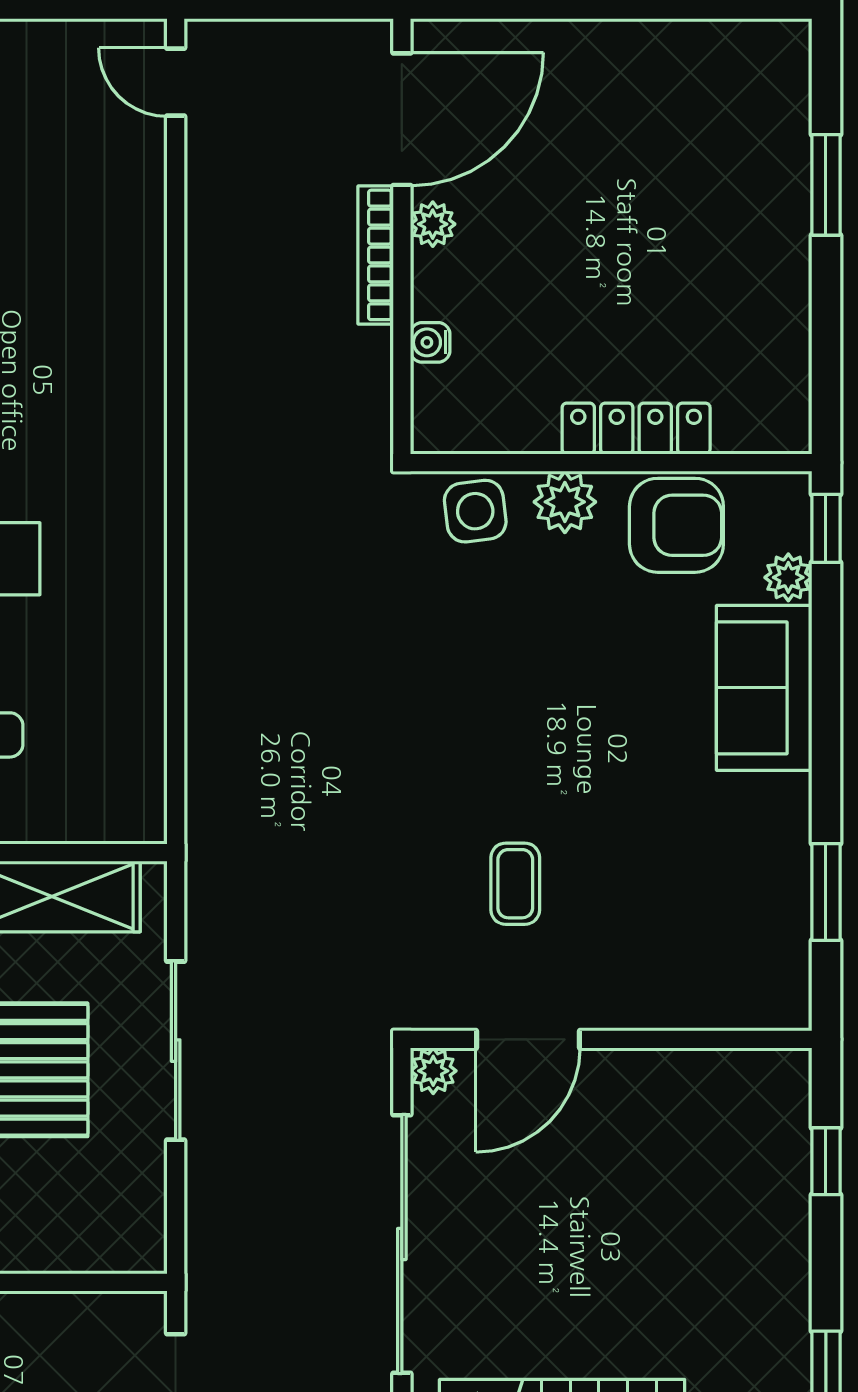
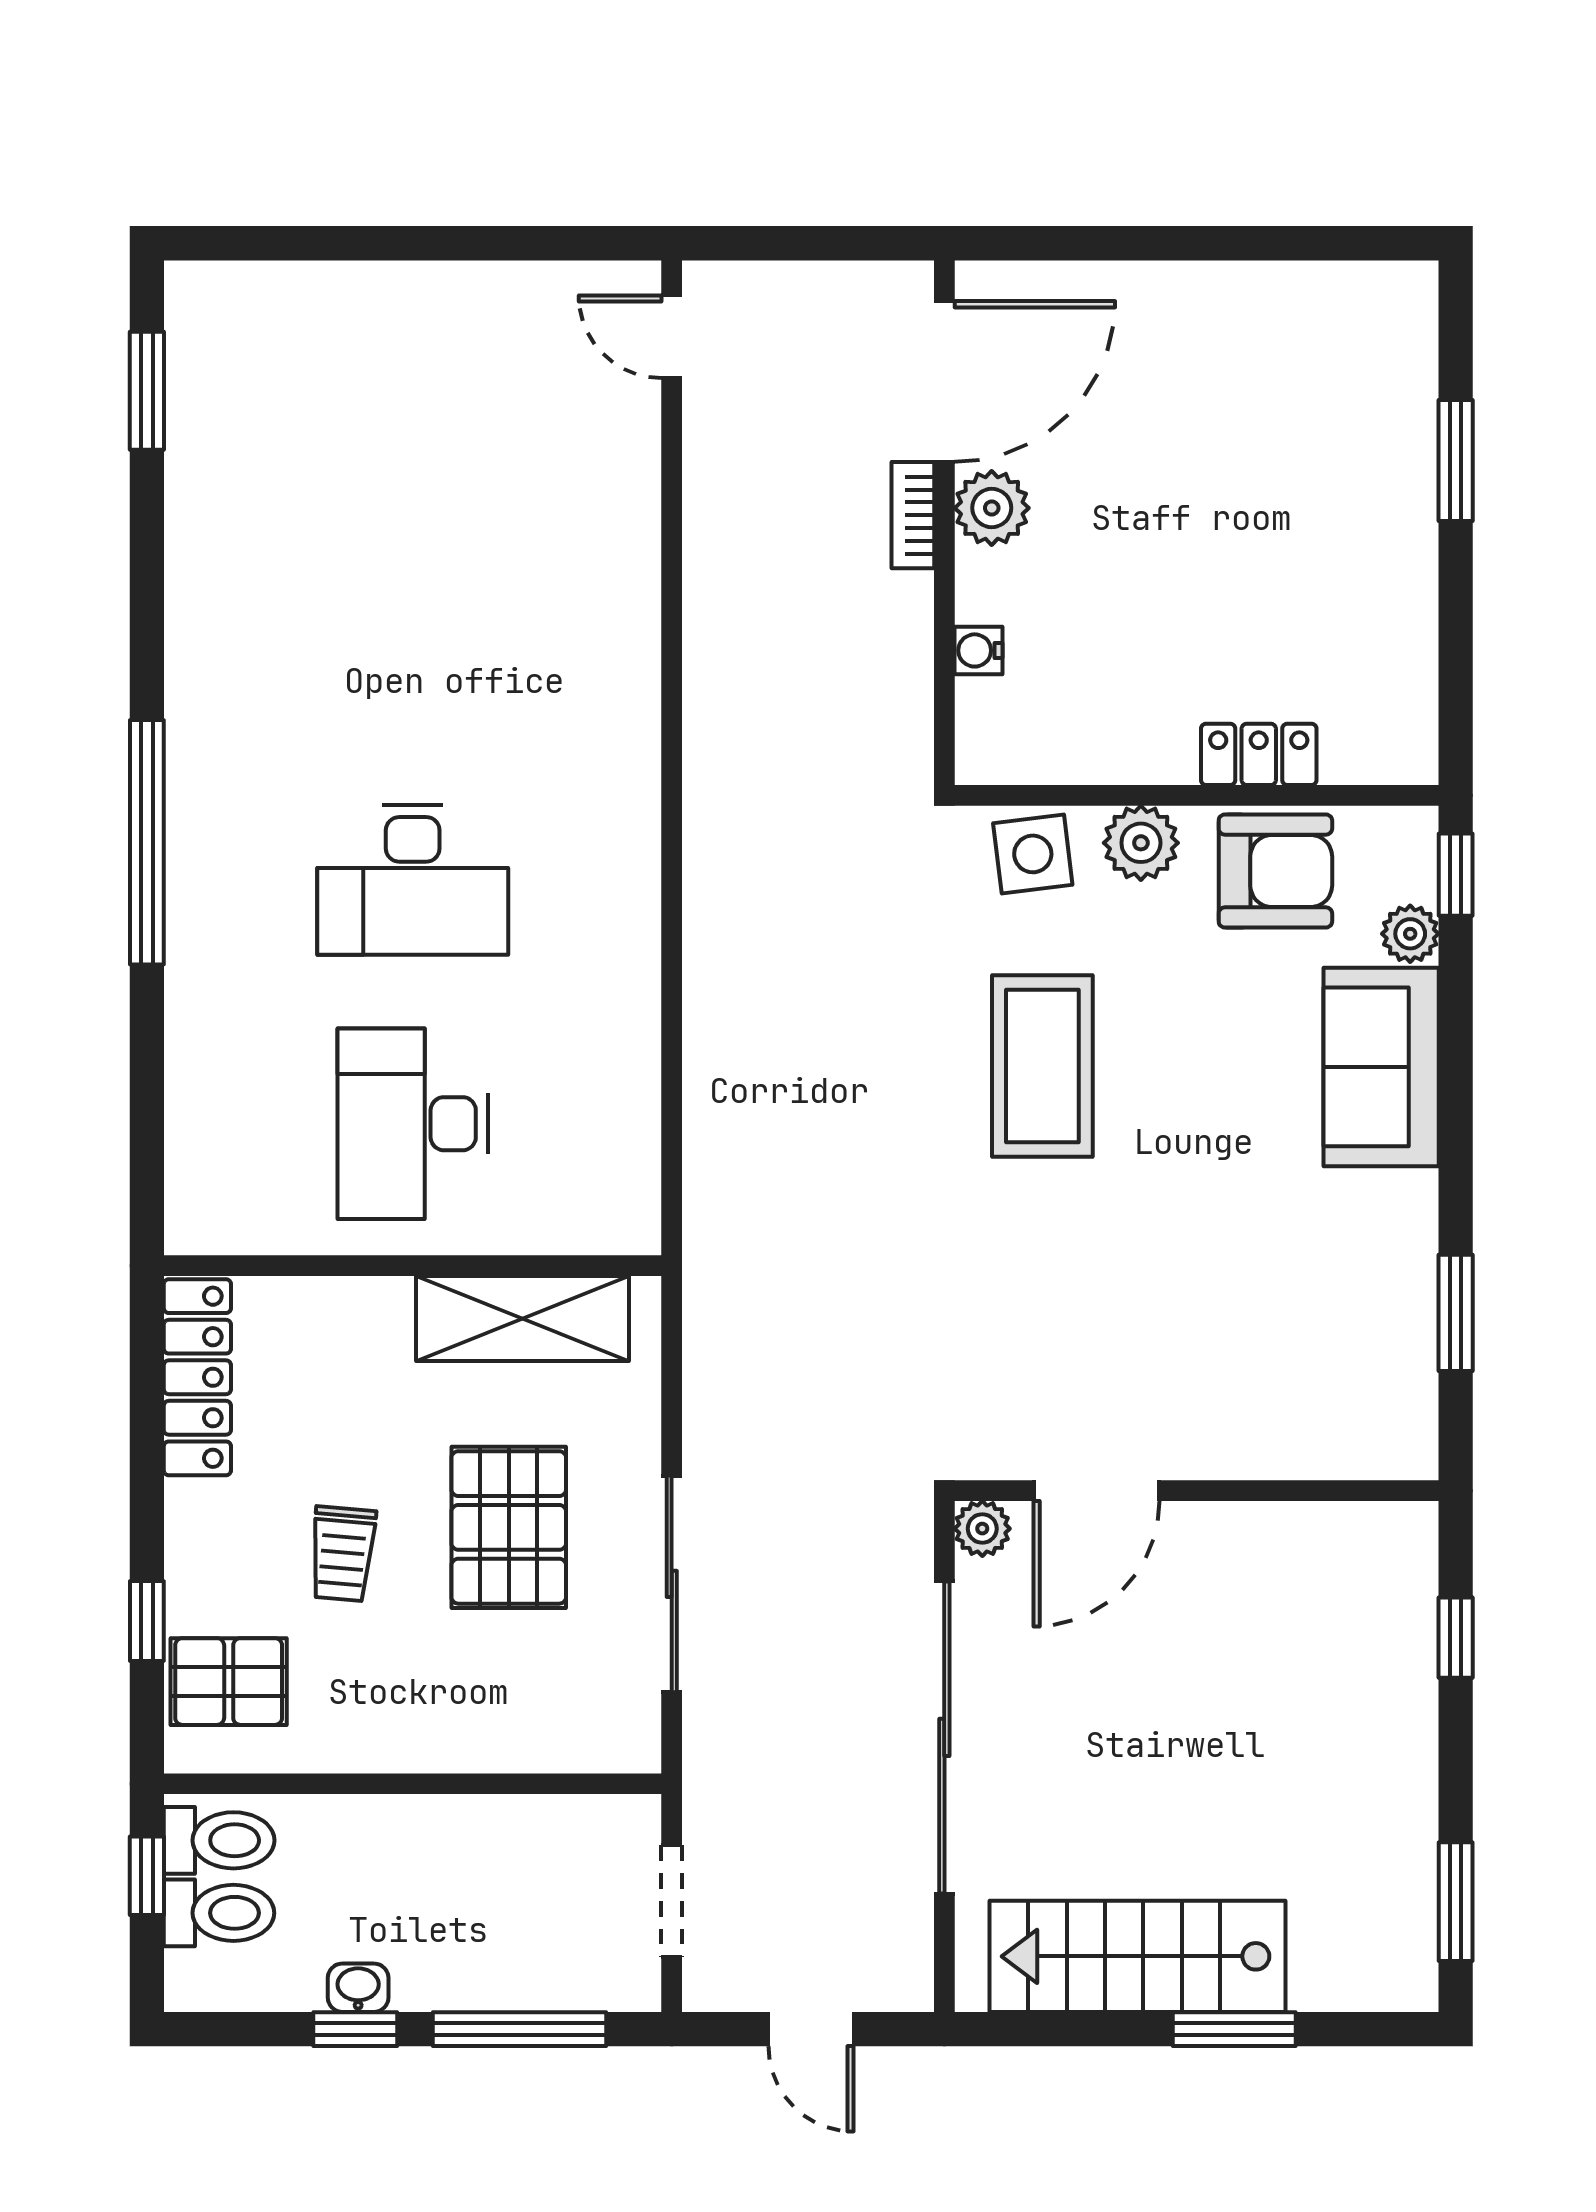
plant: (433, 224) -> (992, 508), width x1.38, depth x1.38
bookcase: (376, 255) -> (913, 515), width x0.64
locker: (636, 429) -> (1259, 754), width x0.66
coffee table: (515, 884) -> (1042, 1066), moved, width x1.86, depth x1.72
sliding door: (176, 1051) -> (672, 1584), moved

